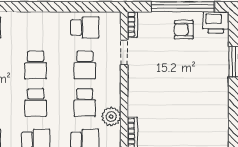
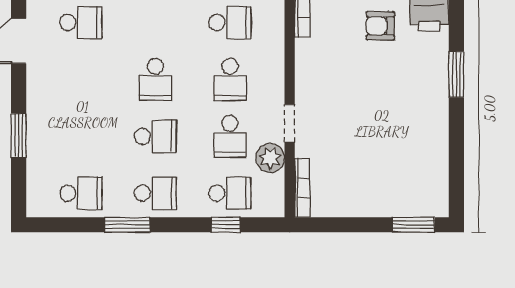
doorway: (124, 52) -> (290, 123), moved
school desk: (36, 102) -> (155, 136), turned -90

